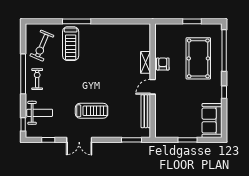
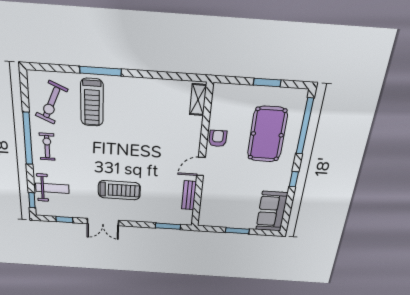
shelving: (146, 62) -> (198, 100), moved
bench: (146, 111) -> (189, 195), width x0.73

